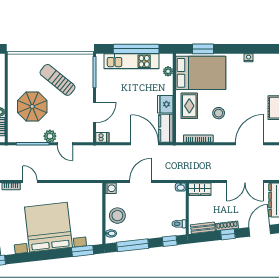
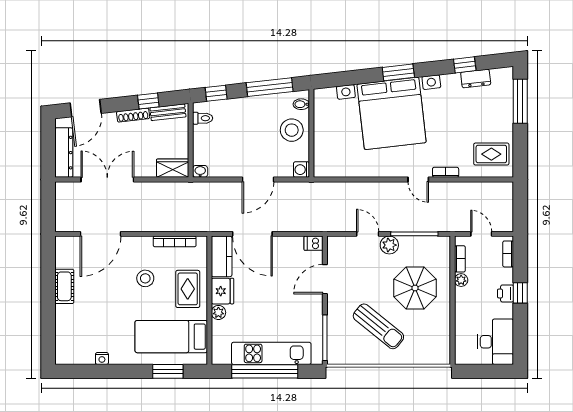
plant: (168, 71) -> (218, 312), moved
bed: (201, 73) -> (171, 337), width x0.67
window: (228, 234) -> (148, 101), moved
window: (83, 251) -> (398, 72), moved

